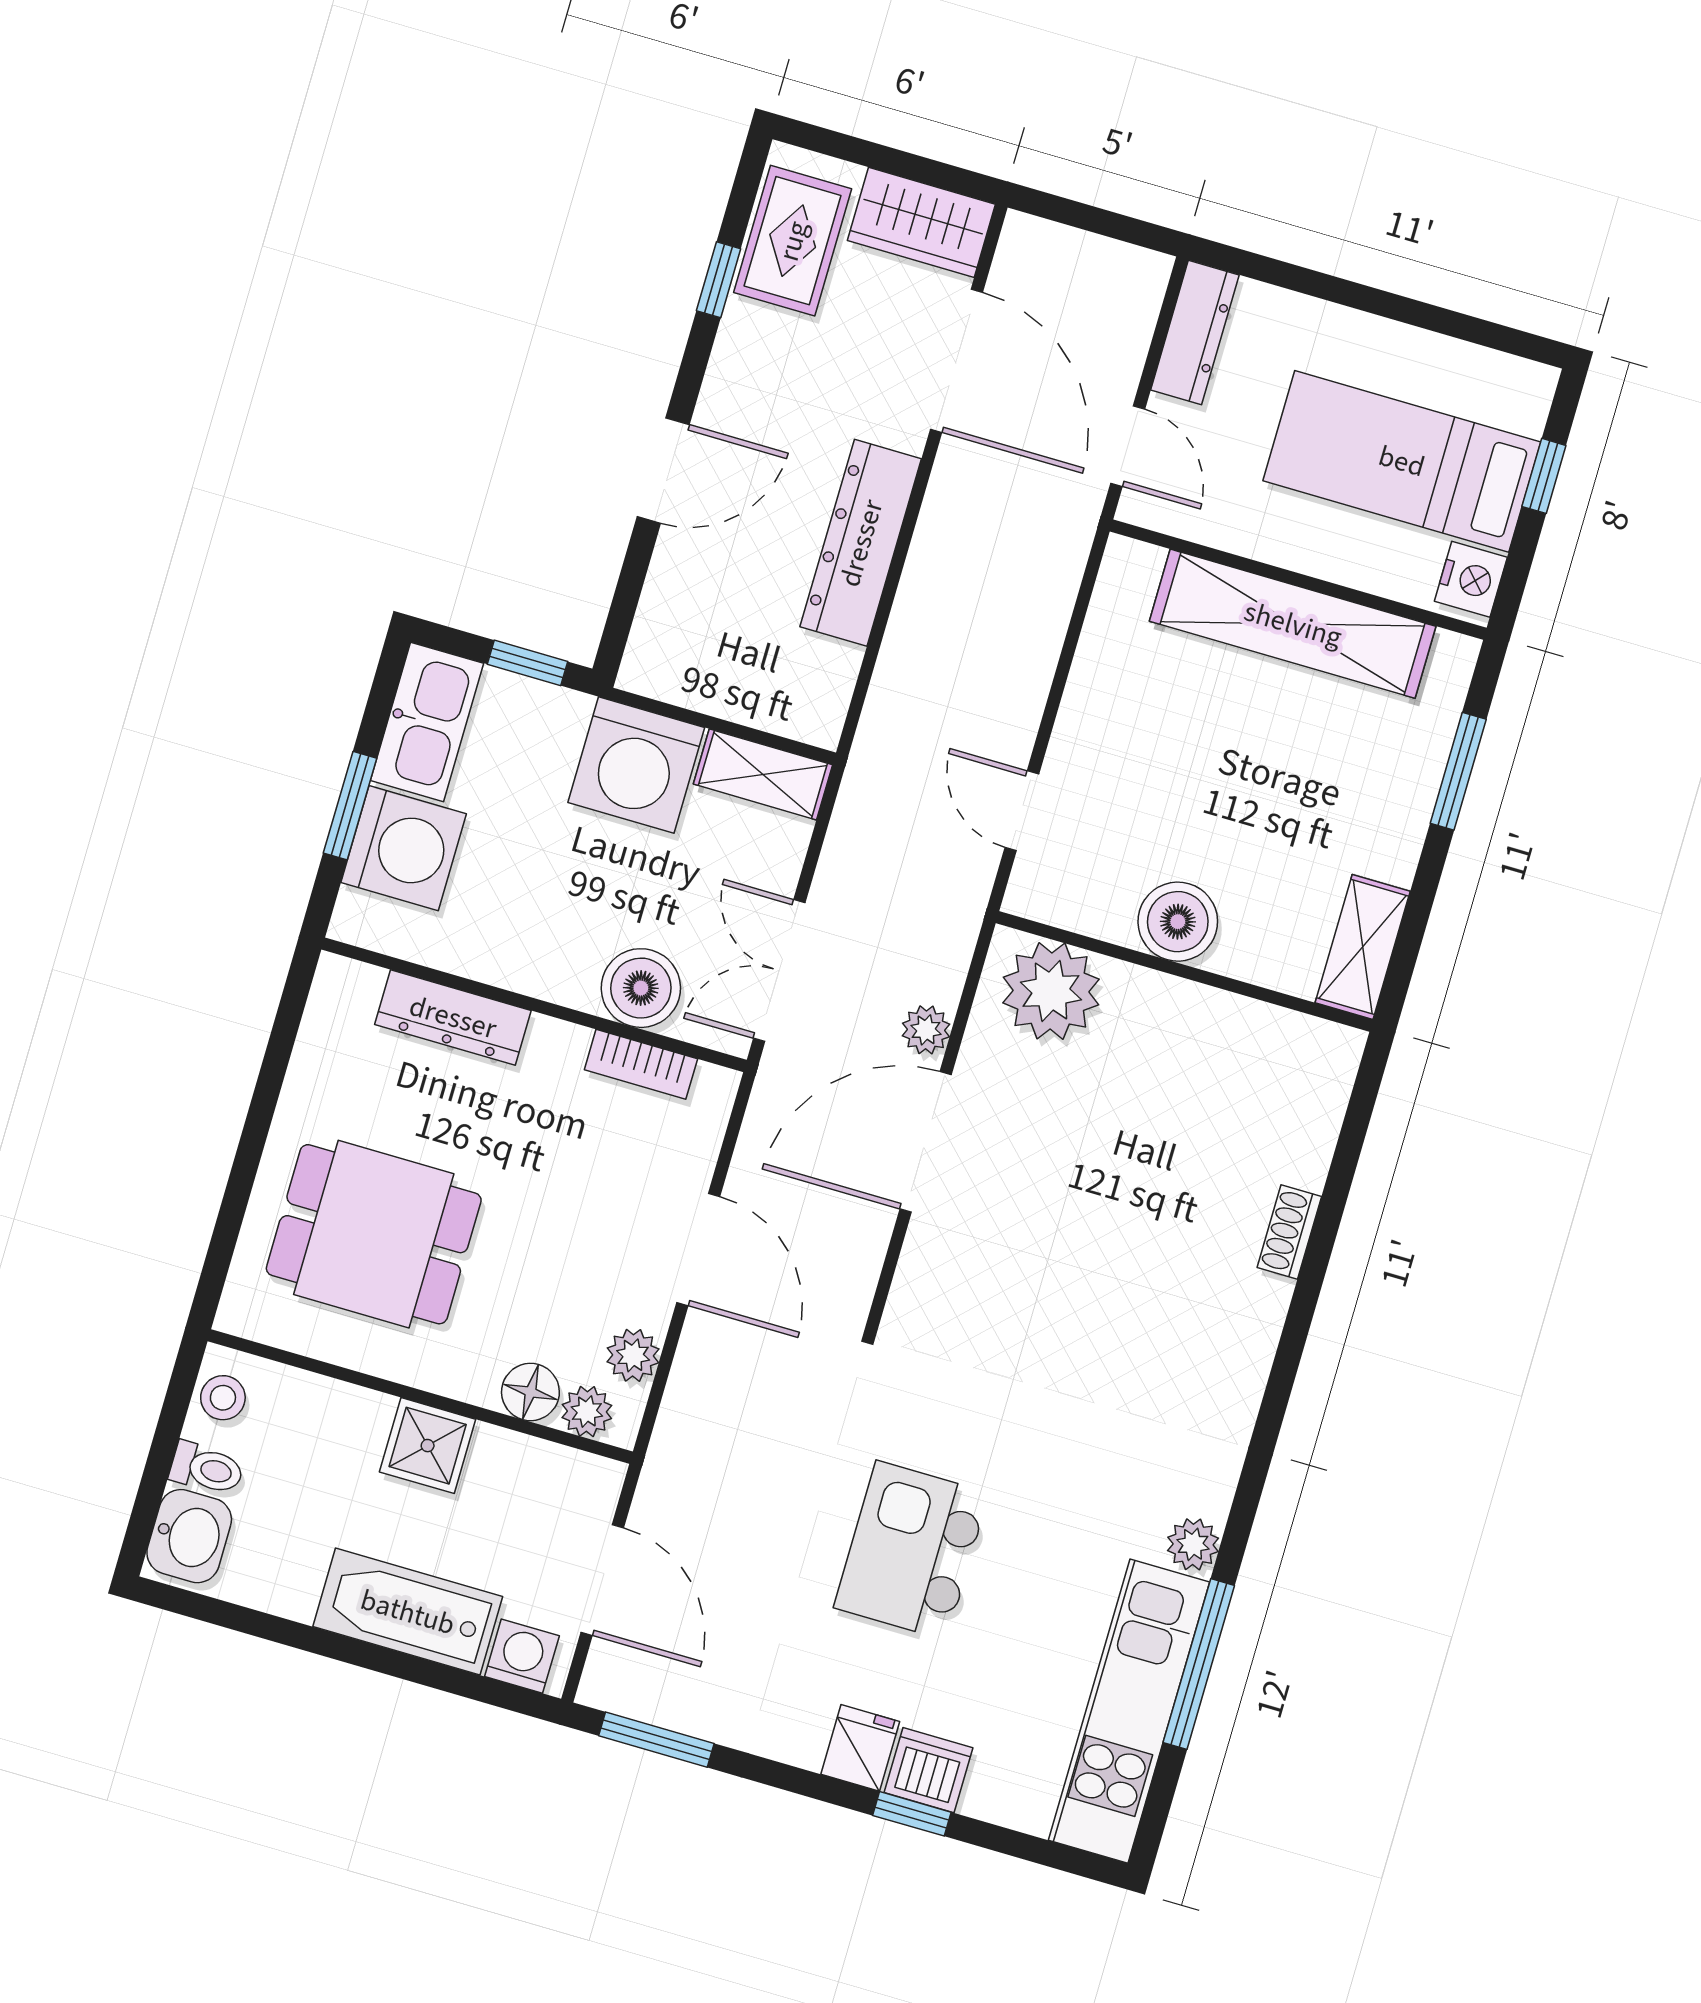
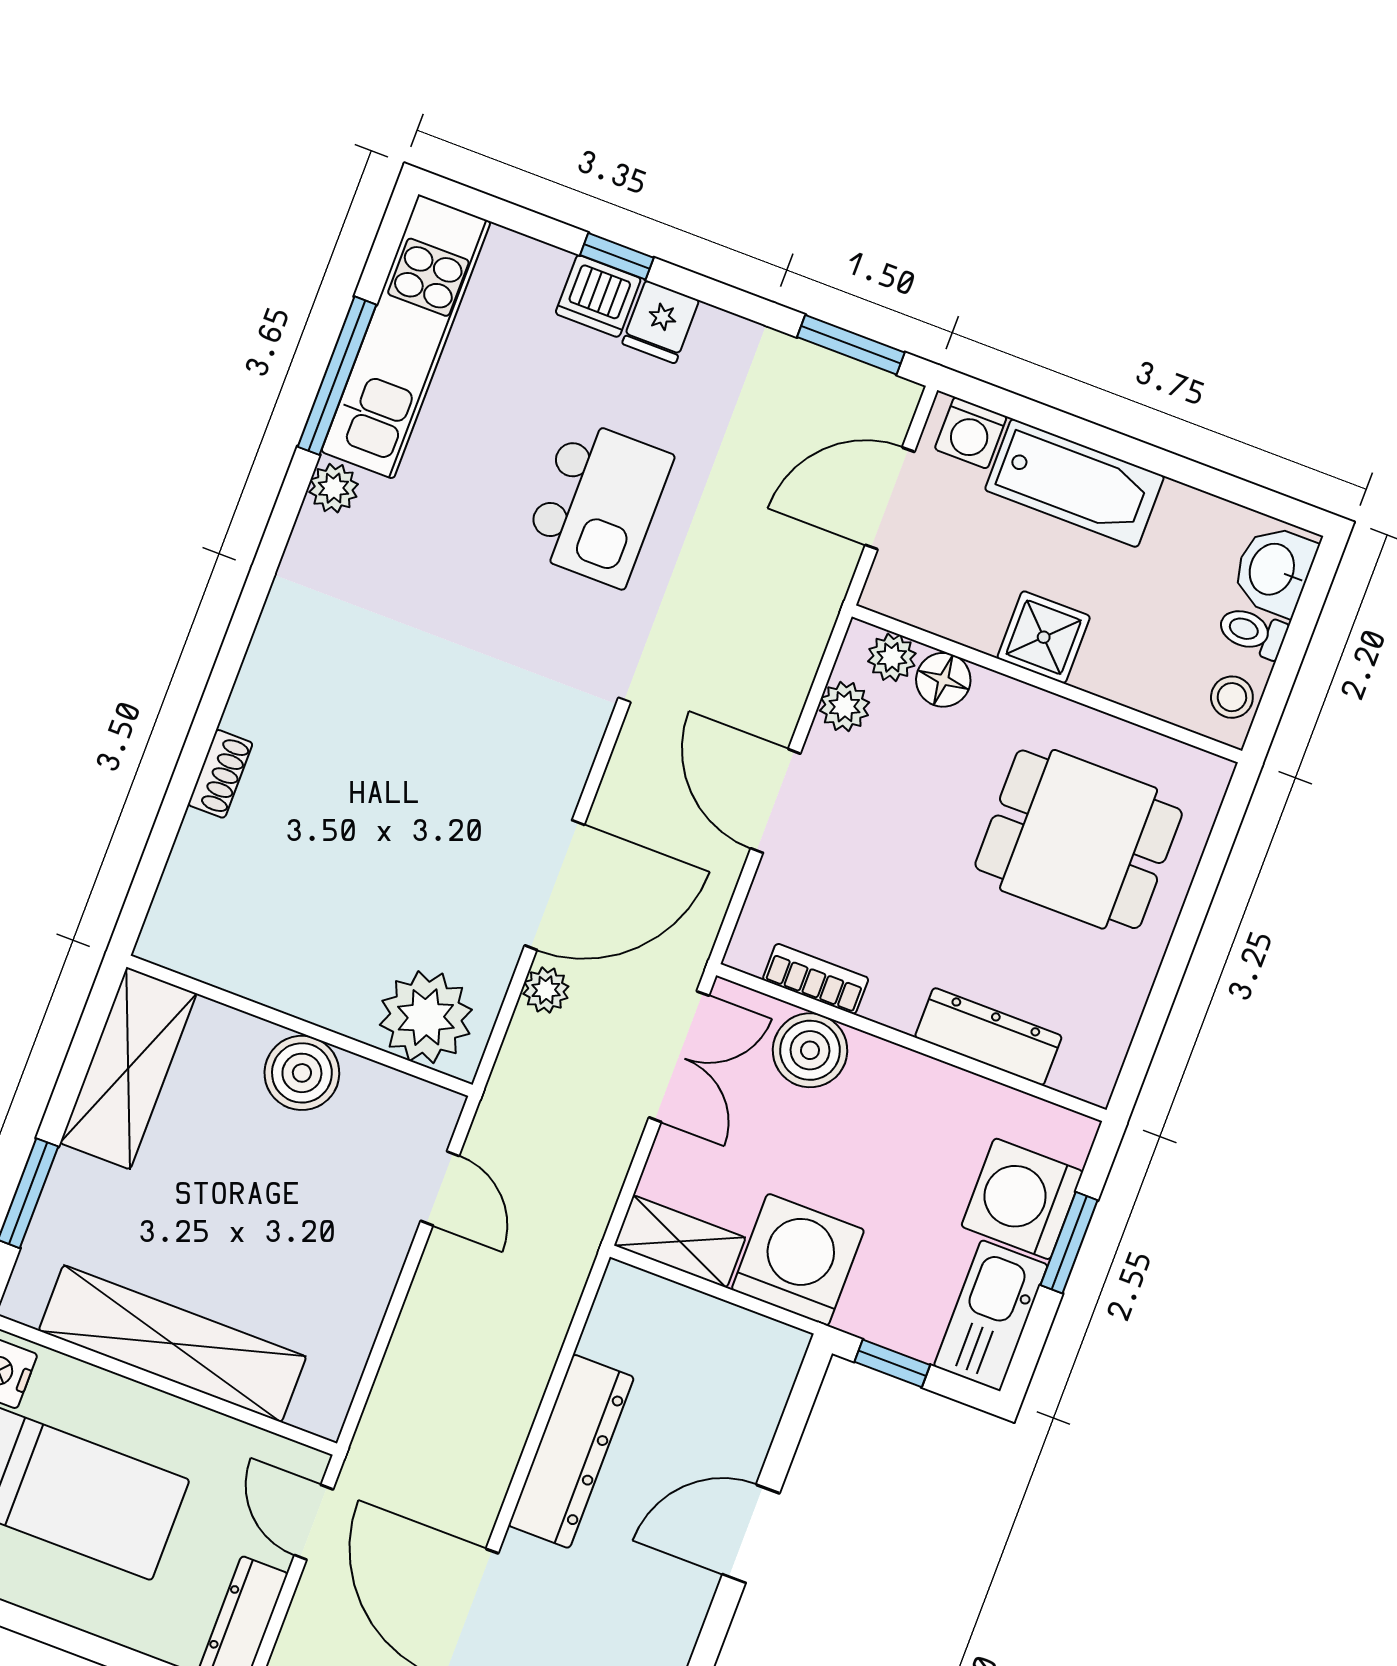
shelving: (1363, 947) -> (128, 1068), width x1.50, depth x1.33
door: (602, 1580) -> (890, 498), hinge flipped

